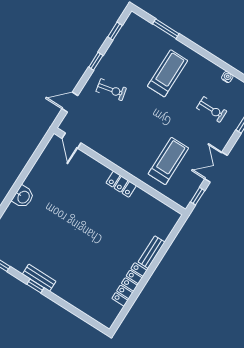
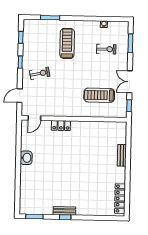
door: (71, 141) -> (34, 118), hinge flipped
treadmill: (168, 161) -> (99, 95), turned -90
locker: (121, 184) -> (61, 126), moved
washbasin: (23, 197) -> (26, 158), moved
locker: (129, 284) -> (120, 199), moved

